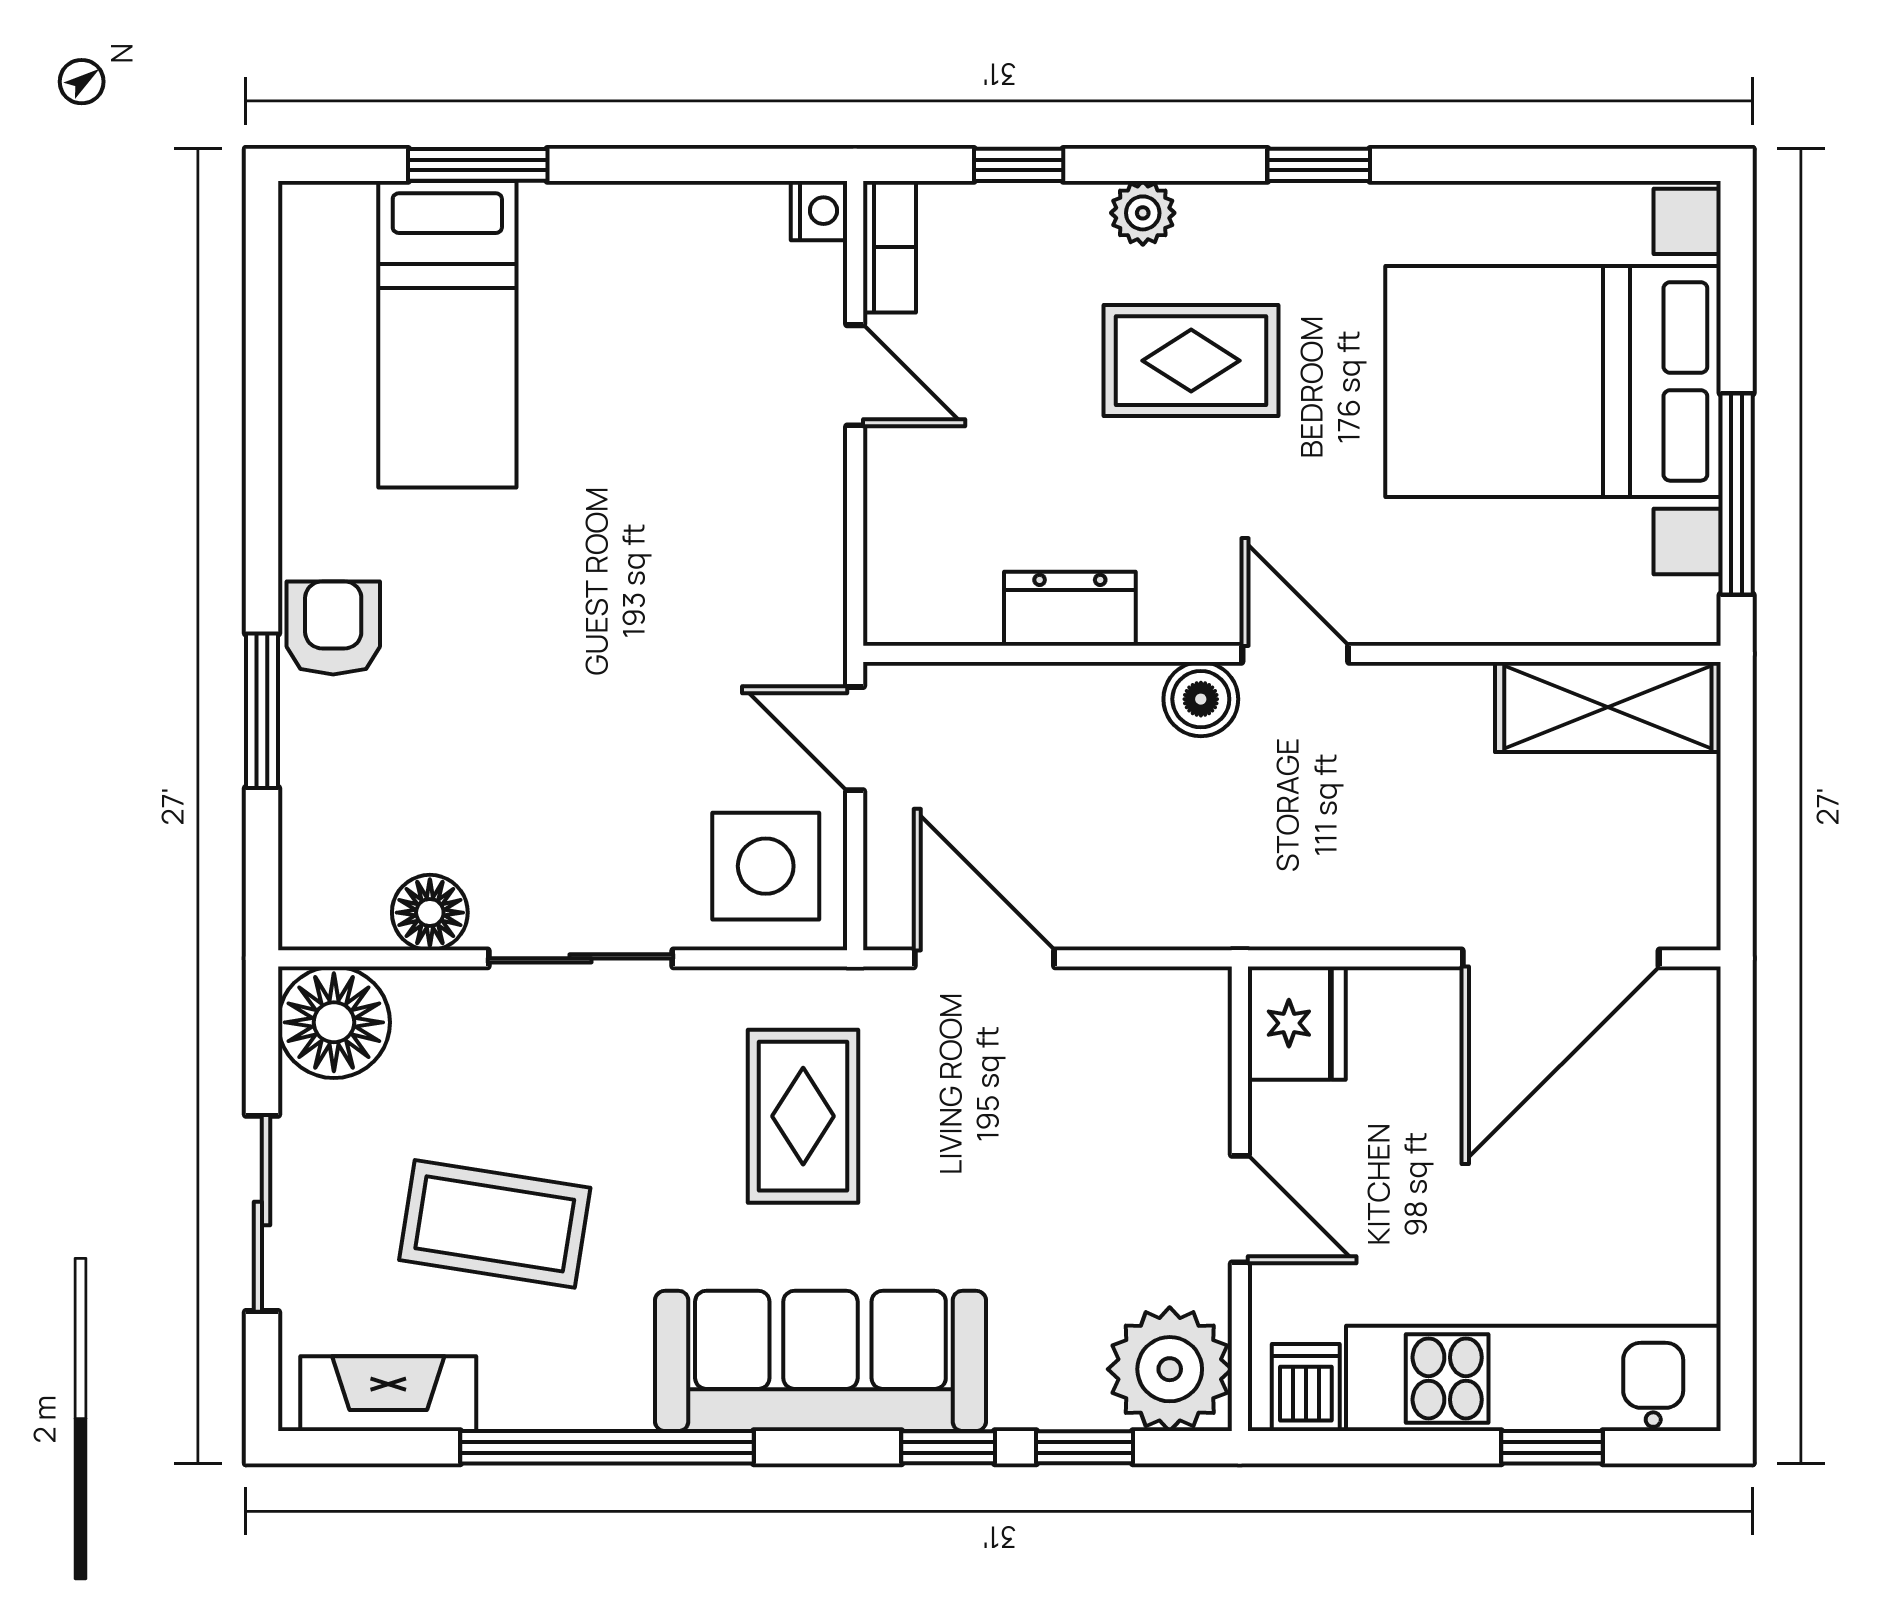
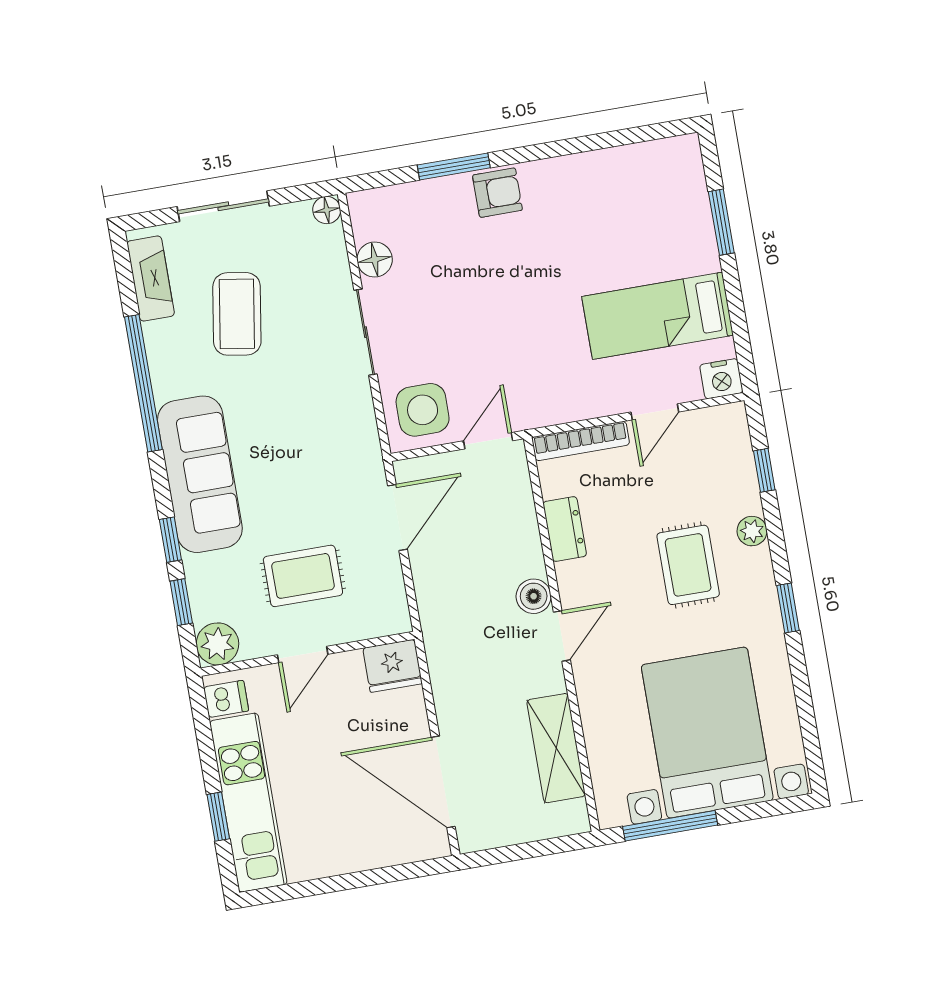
nightstand: (819, 211) -> (721, 379), width x1.39, depth x1.35
bookcase: (889, 247) -> (581, 441), moved, width x1.56
bed: (447, 334) -> (658, 316), moved
shelving: (1608, 707) -> (556, 748), moved
floor lamp: (334, 1022) -> (327, 210), width x0.53, depth x0.53
rug: (803, 1116) -> (303, 576), moved
plant: (1170, 1369) -> (217, 644), width x0.73, depth x0.73

